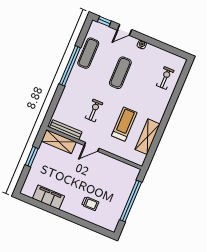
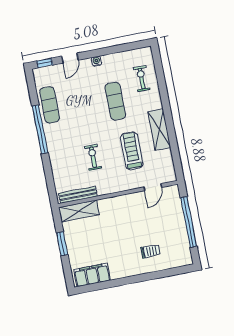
exercise mat: (120, 73) -> (115, 101), moved
shelving: (148, 137) -> (159, 130), moved
door: (92, 147) -> (153, 187), moved
filing cabinet: (48, 197) -> (92, 275), moved

